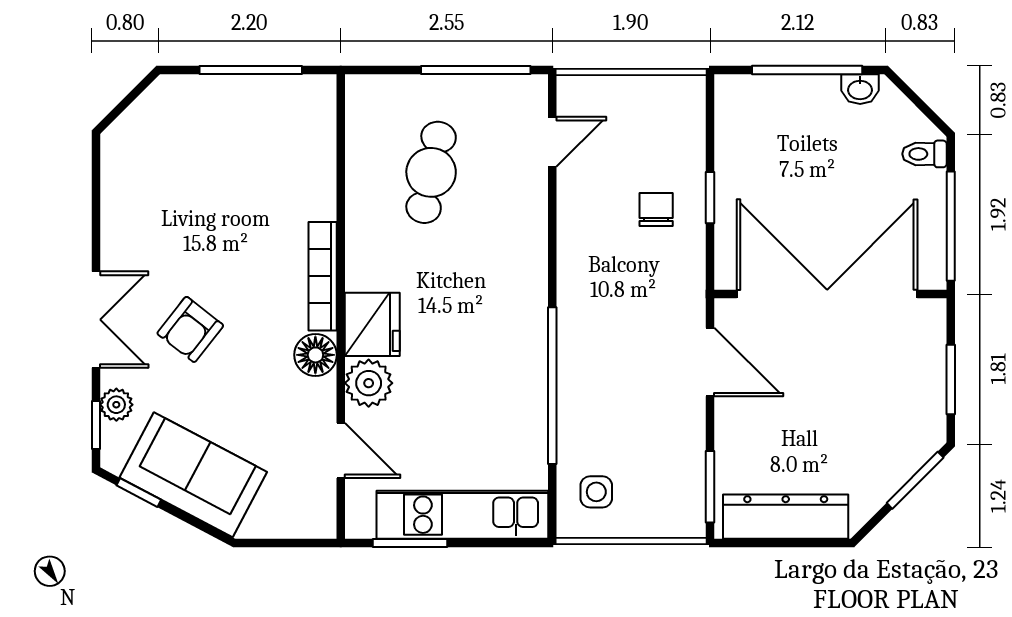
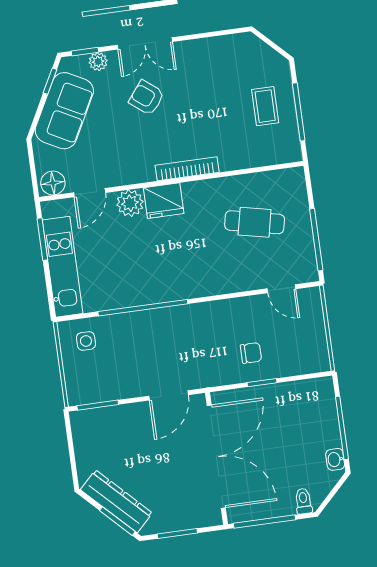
coffee table: (233, 127) -> (265, 106), added
floor lamp: (315, 355) -> (53, 183), moved
dresser: (786, 517) -> (116, 501), moved, turned -45

